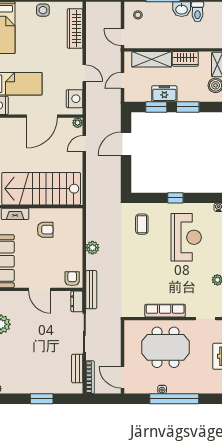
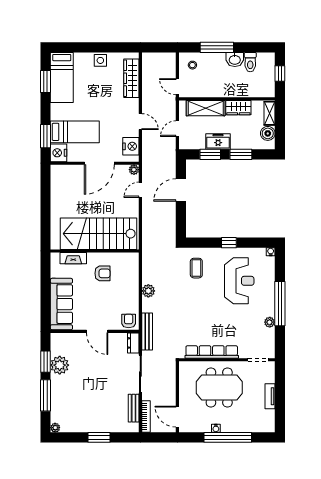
row of seats: (165, 311) -> (212, 352), width x1.36

